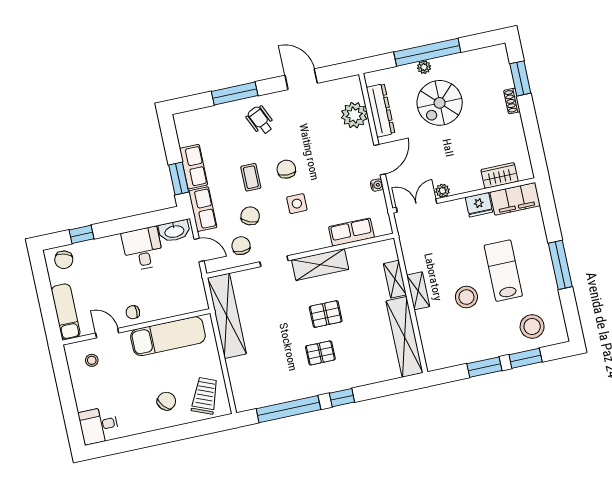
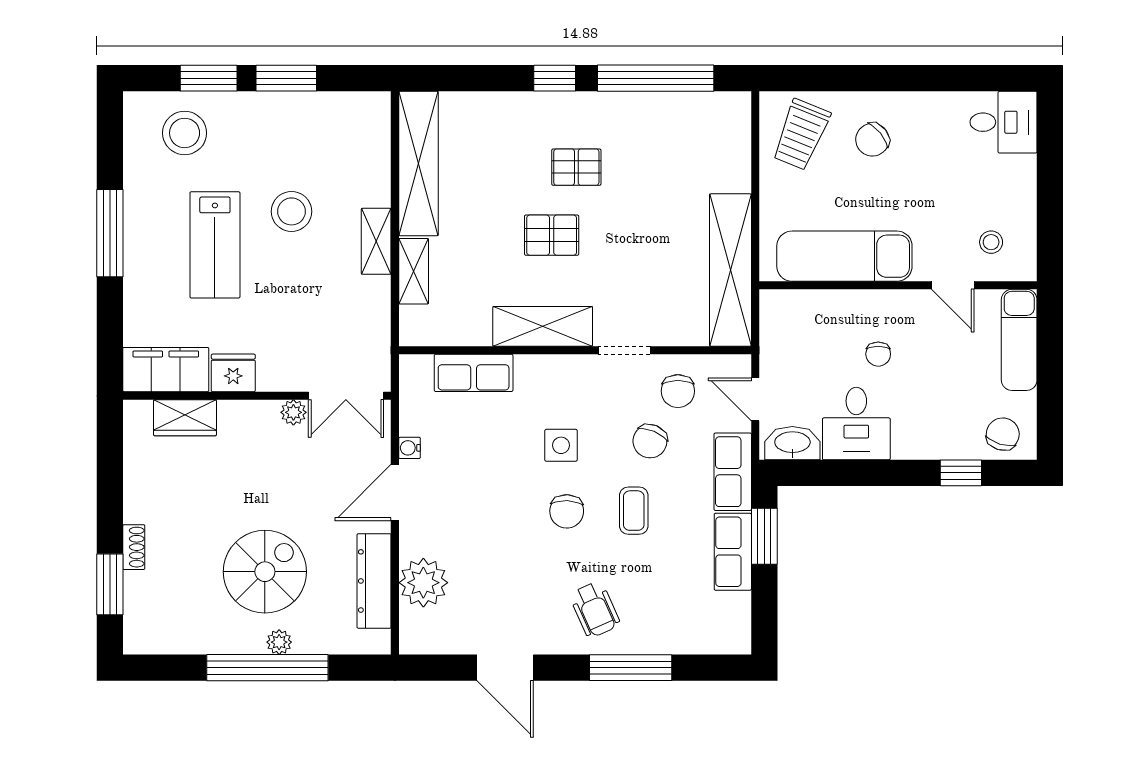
chair: (133, 312) -> (878, 354), moved, turned 90

